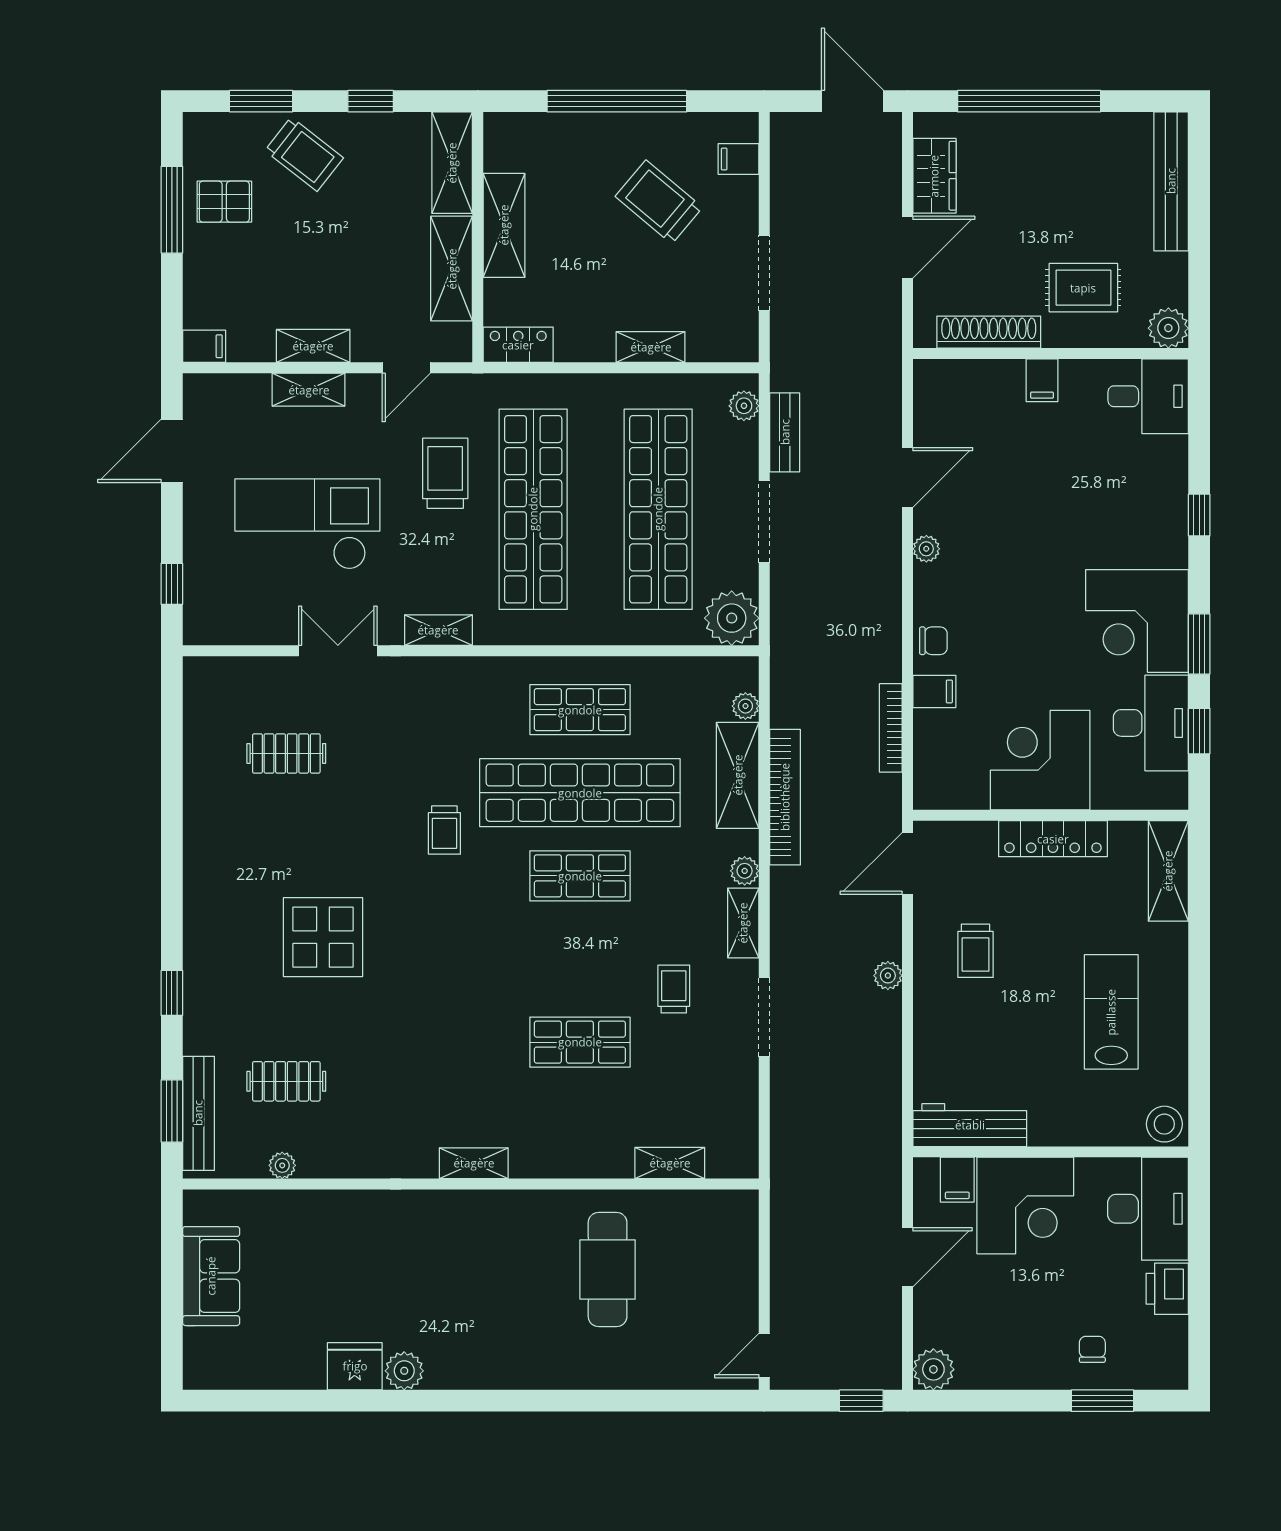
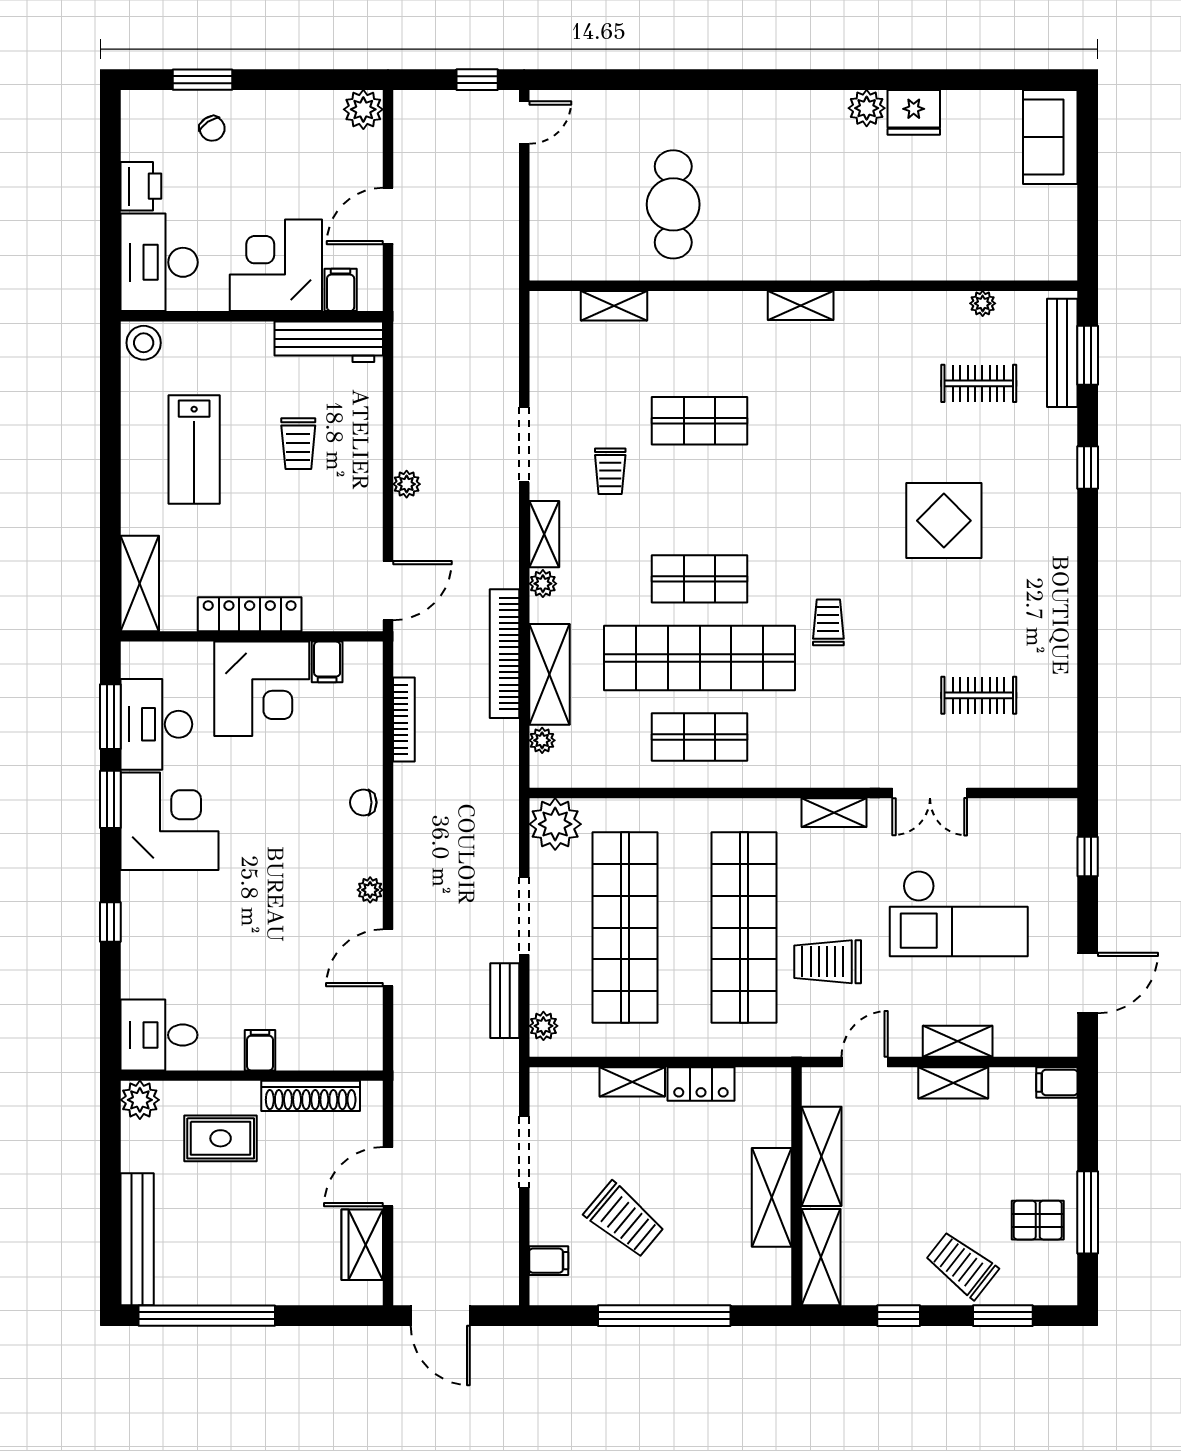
window: (1029, 101) -> (207, 1316), moved
locker: (518, 345) -> (701, 1084), moved
trolley: (445, 473) -> (828, 962), turned 90
filing cabinet: (934, 691) -> (327, 662), moved, turned -90
window: (1199, 731) -> (110, 717), width x1.50
trolley: (975, 951) -> (298, 444), moved, turned 180
sofa: (211, 1276) -> (1050, 137), moved
chair: (1092, 1349) -> (212, 128), turned -34
window: (861, 1401) -> (477, 80), moved

